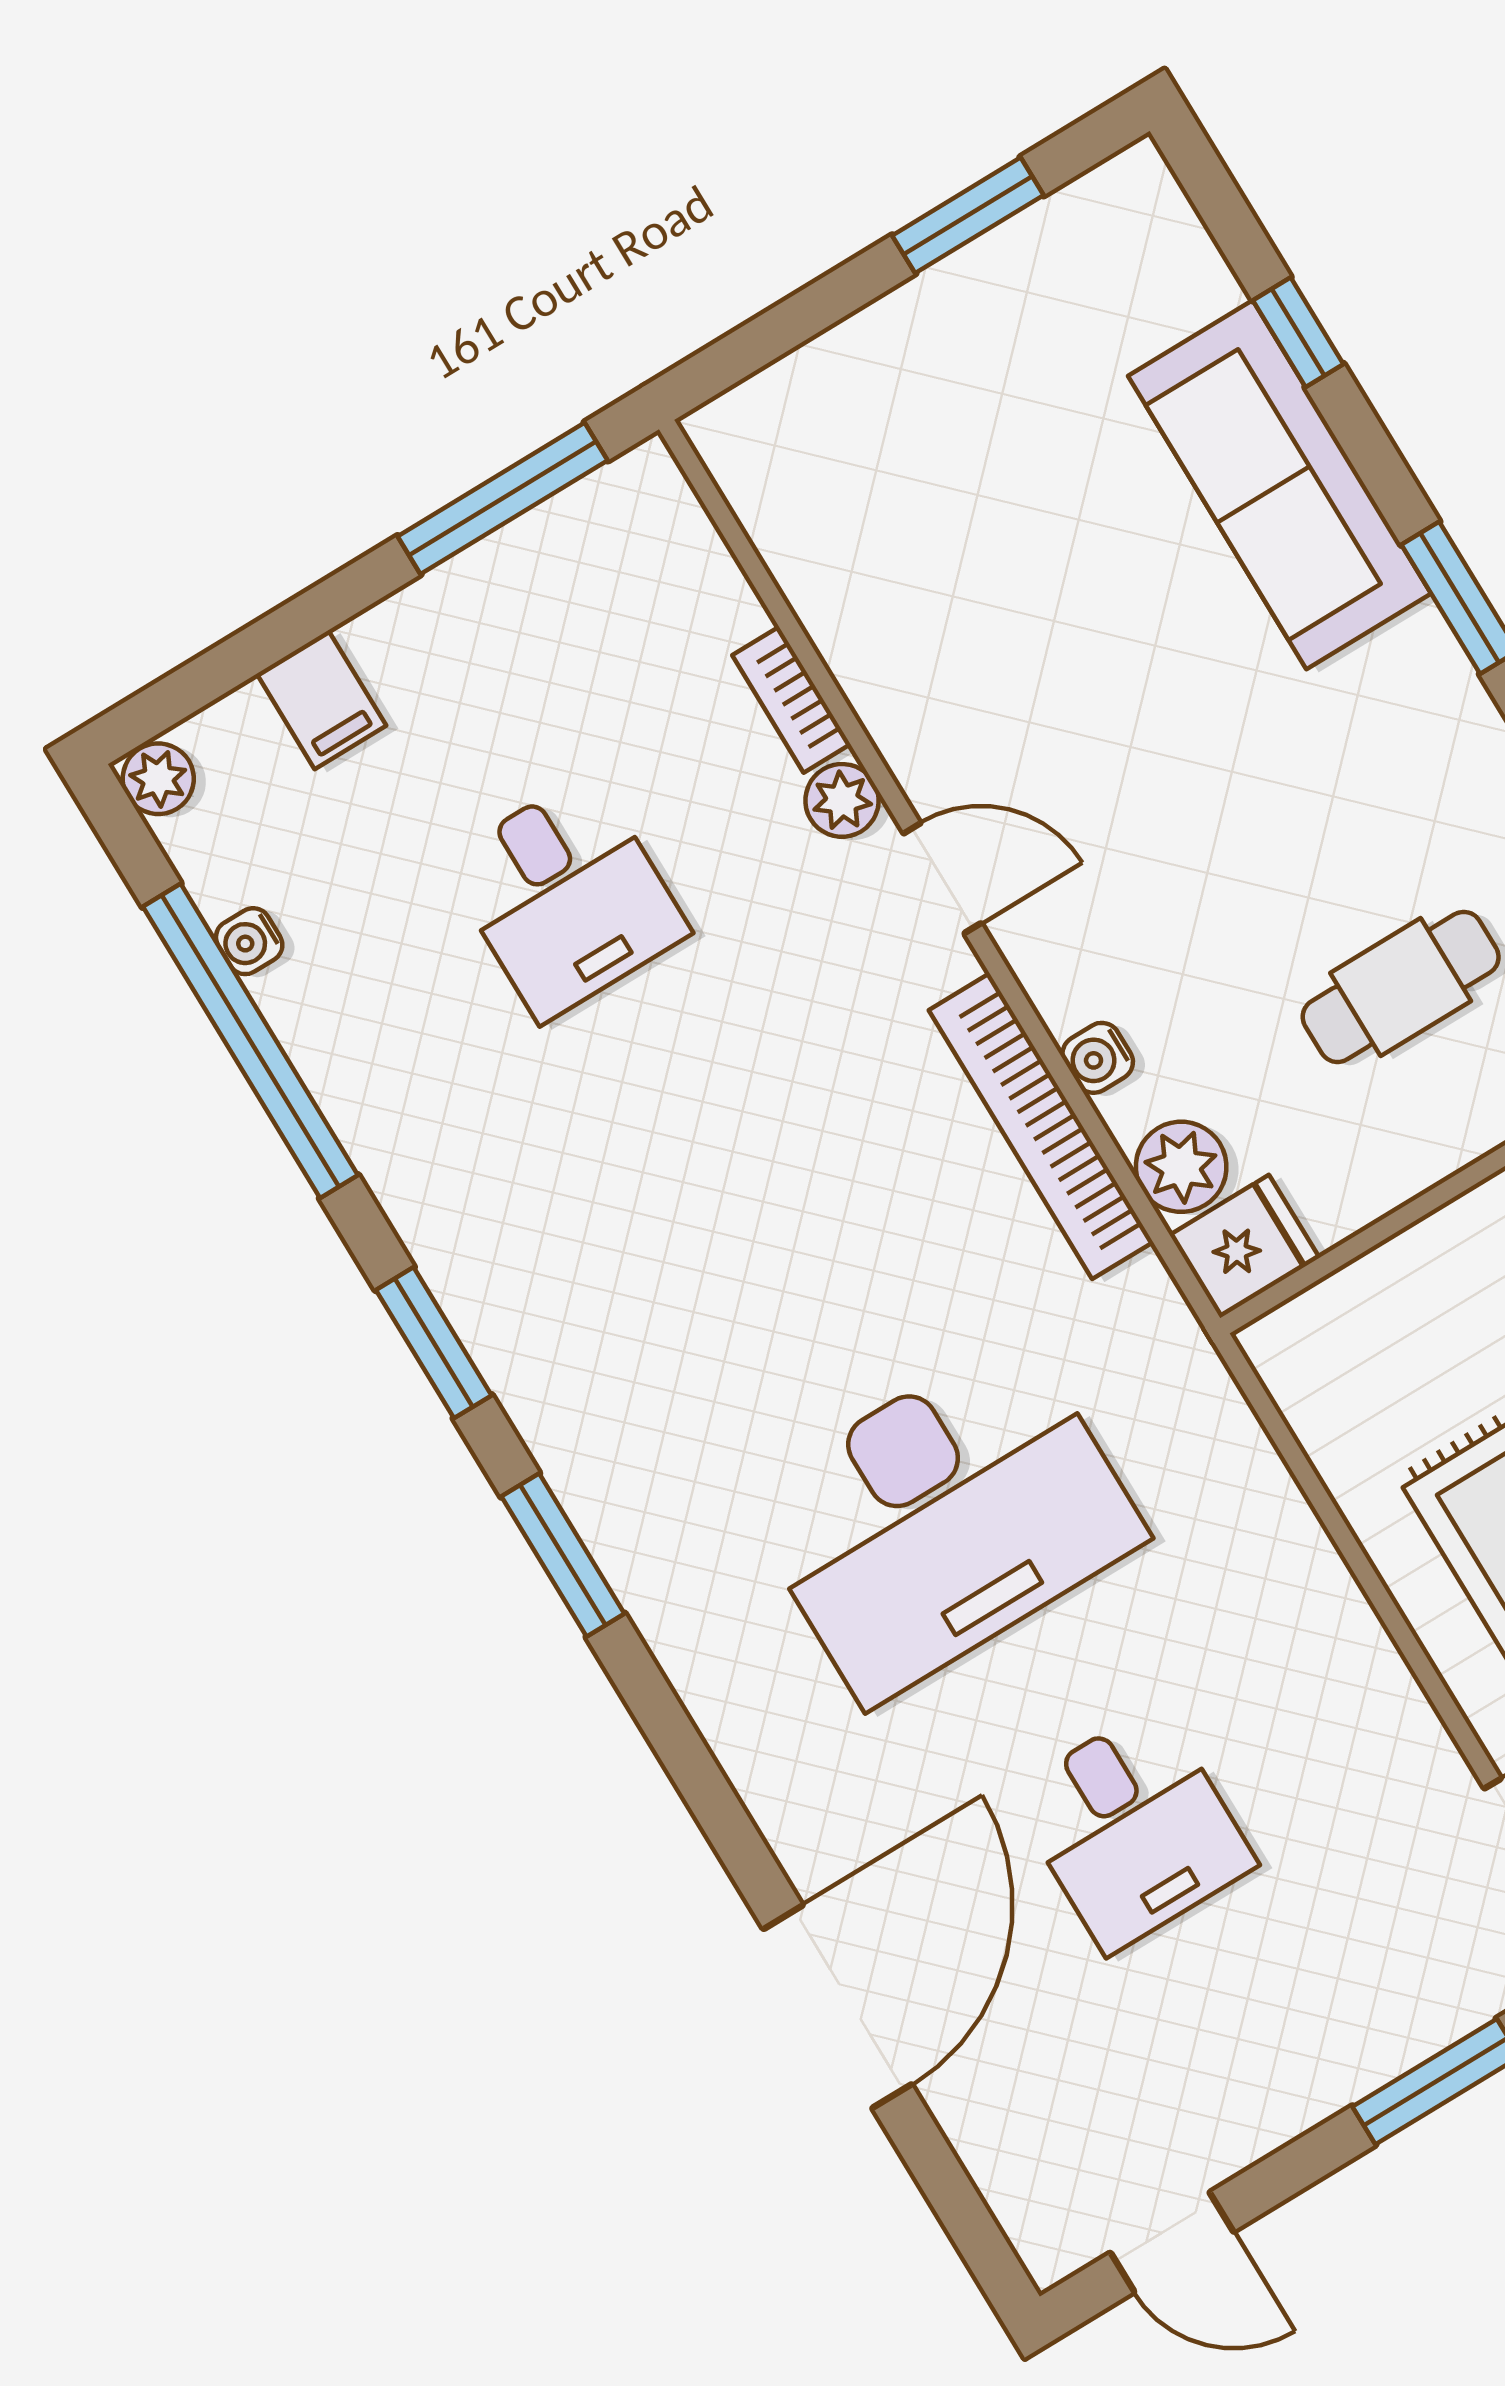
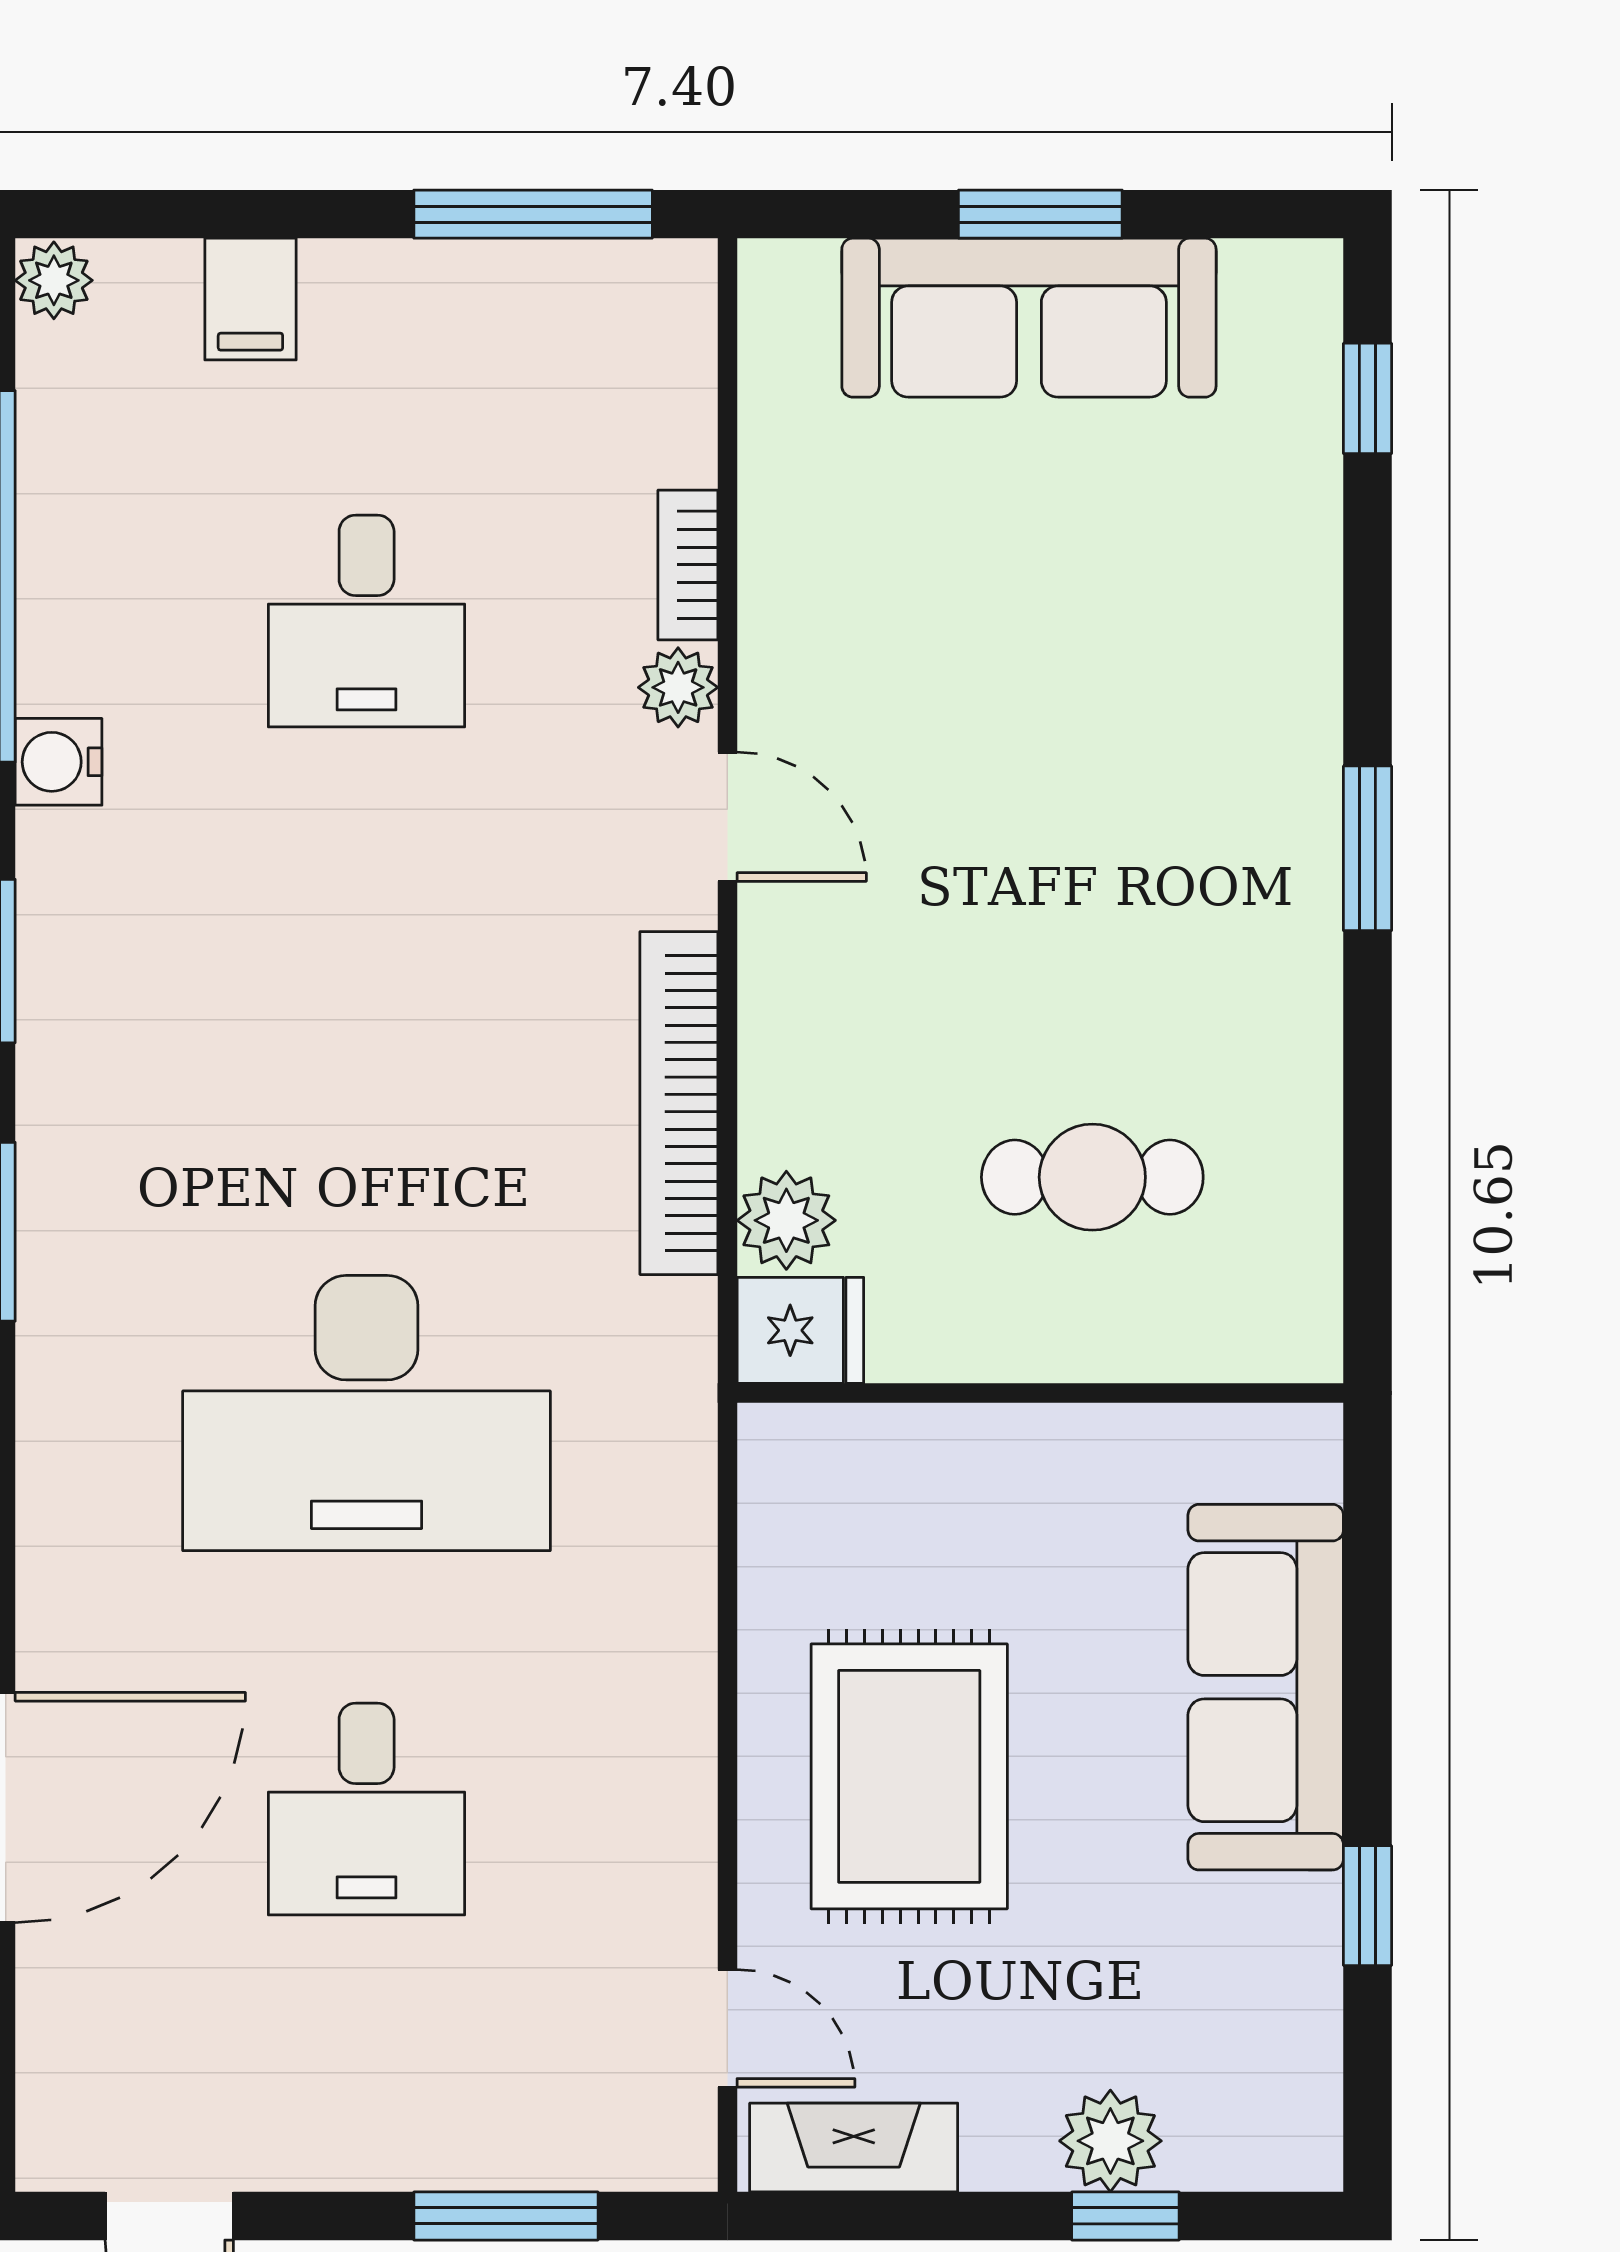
window: (968, 215) -> (1040, 214), moved
window: (1298, 332) -> (1367, 398), moved
sofa: (1280, 485) -> (1029, 318), moved, turned -90
water cooler: (249, 941) -> (59, 762), moved, width x1.38, depth x1.38
water cooler: (1098, 1058) -> (770, 1072), removed

